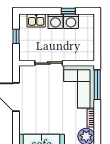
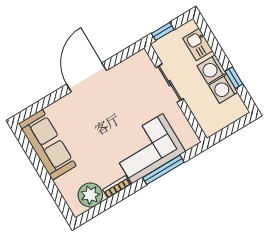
sliding door: (49, 63) -> (170, 83), moved
wall: (57, 63) -> (176, 93), moved

